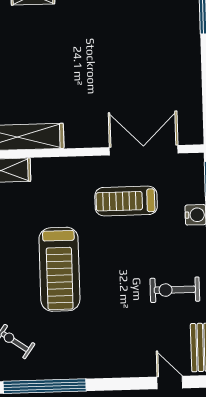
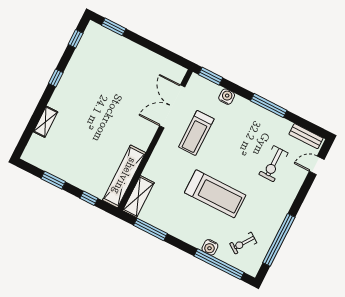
exercise bike: (175, 290) -> (274, 164), moved

